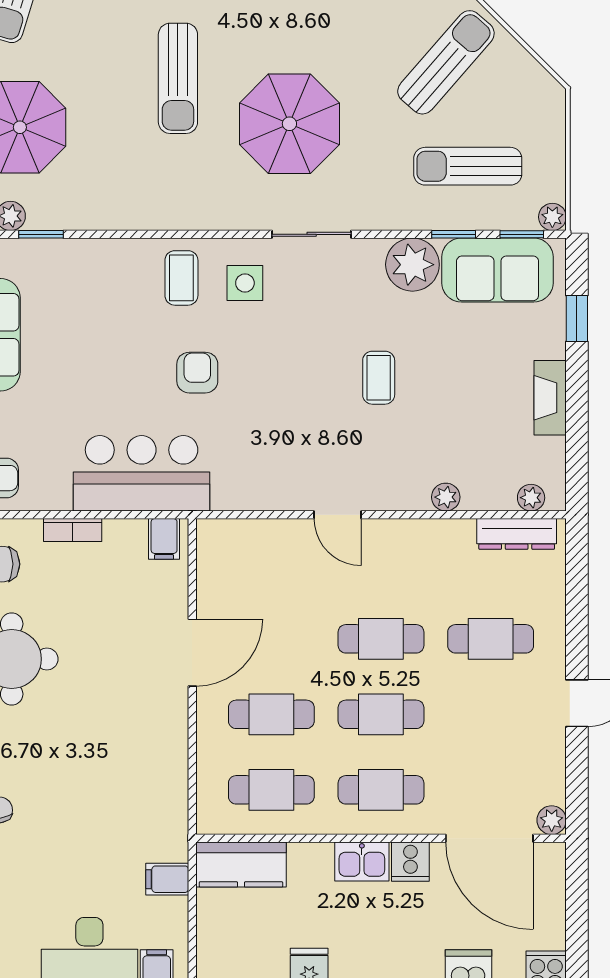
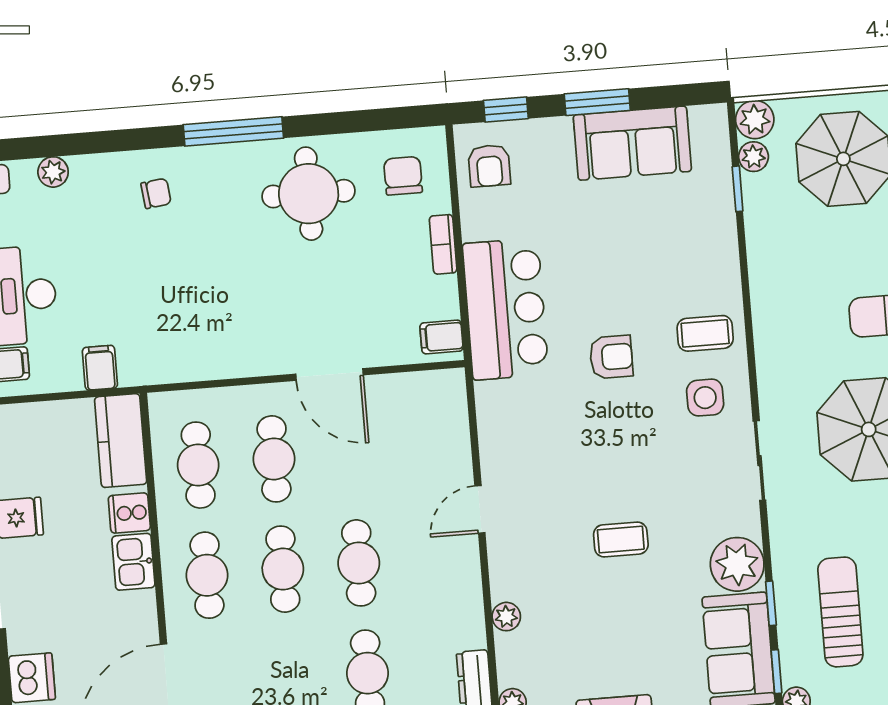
cooker: (410, 862) -> (129, 513), moved

